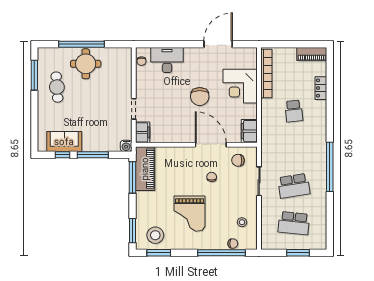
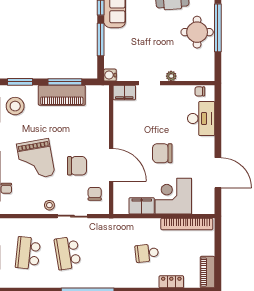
plant: (127, 88) -> (171, 76), added
filing cabinet: (249, 131) -> (142, 206), moved
door: (211, 145) -> (111, 165), hinge flipped
piano: (145, 169) -> (62, 95), moved
window: (132, 177) -> (65, 82), moved
chair: (212, 177) -> (77, 166), width x1.87, depth x1.87
grand piano: (189, 214) -> (36, 160), moved, turned -100
stool: (242, 222) -> (49, 205), moved

